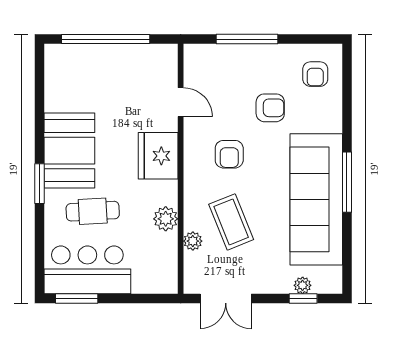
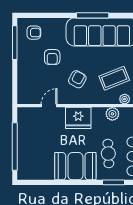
window: (247, 39) -> (15, 43), moved
armchair: (270, 108) -> (52, 57), turned 180
armchair: (229, 154) -> (77, 79), turned -61
window: (40, 184) -> (114, 182), moved

